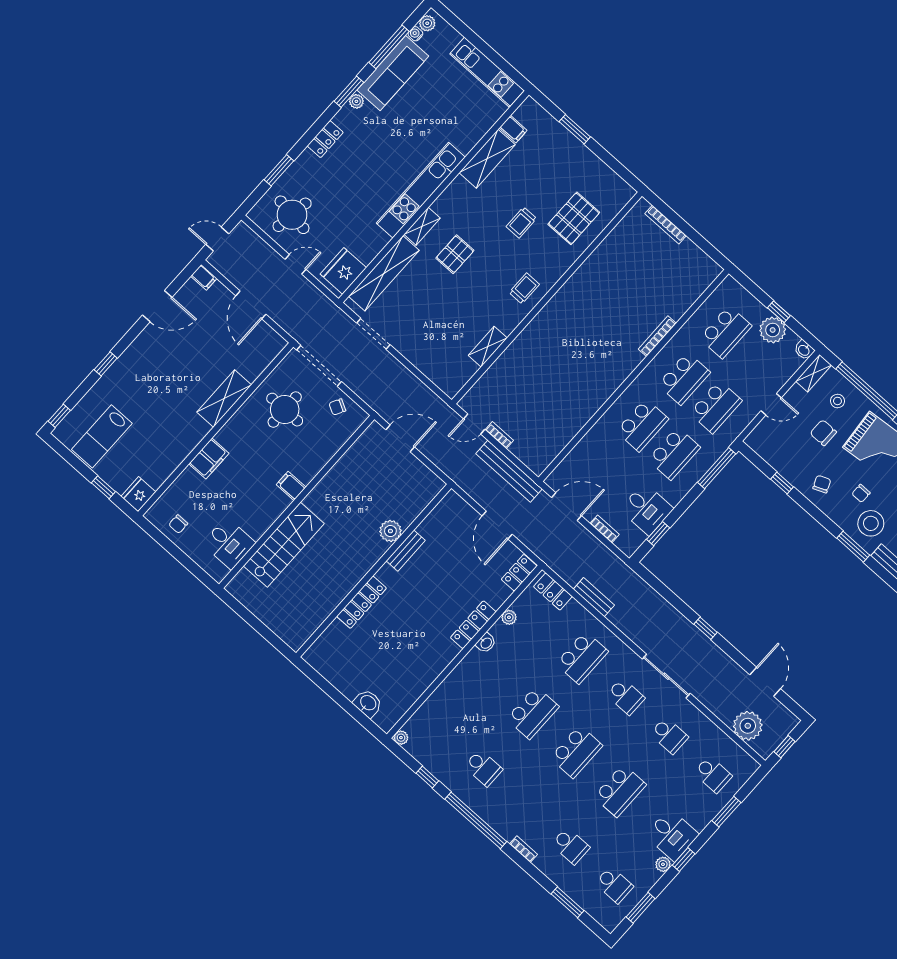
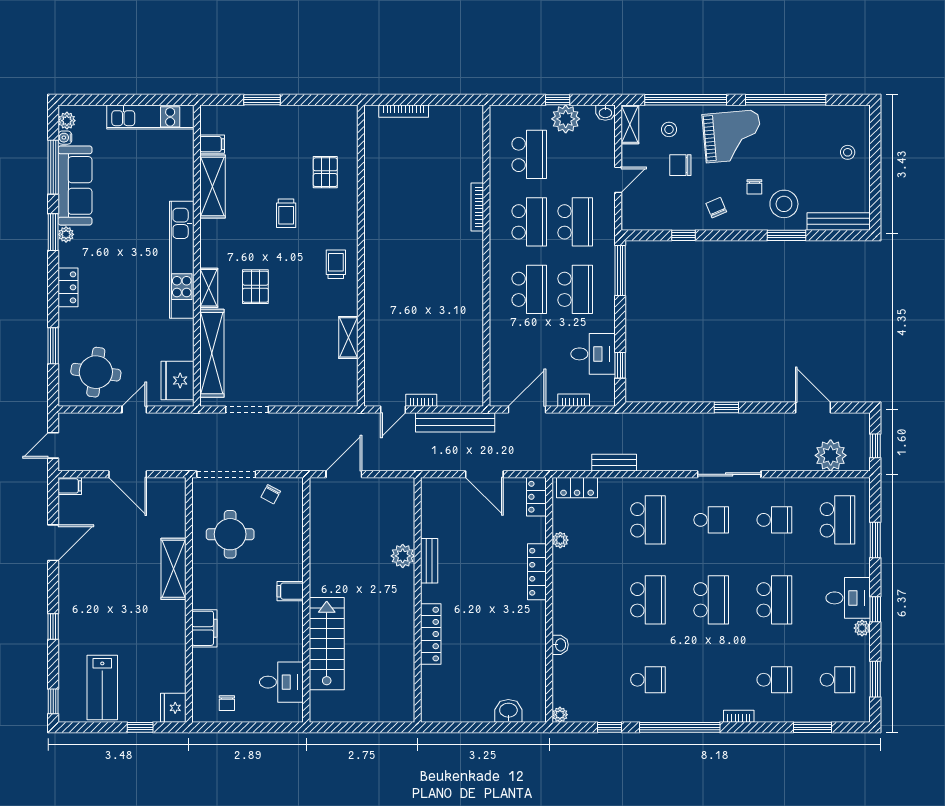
pallet: (574, 218) -> (325, 172), width x0.67, depth x0.71
washbasin: (486, 643) -> (560, 645), moved
school desk: (713, 774) -> (838, 520), width x1.85

